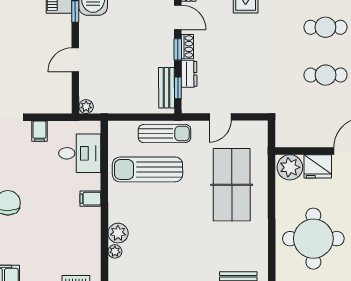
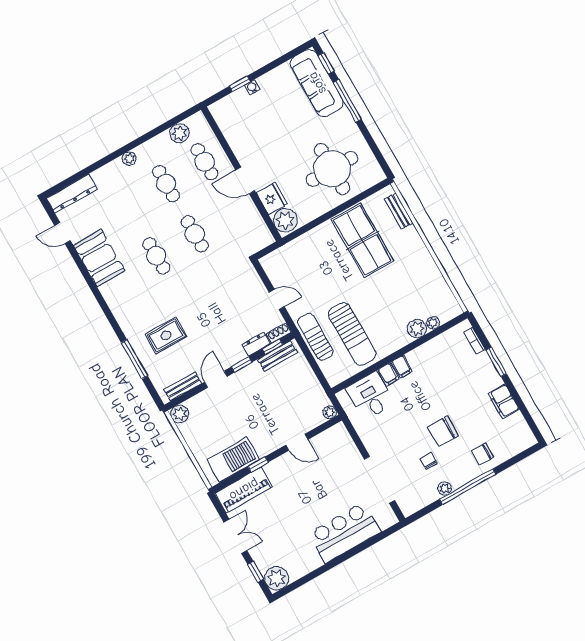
shoe rack: (187, 47) -> (279, 333), moved
filing cabinet: (39, 131) -> (388, 374), moved, turned 90
table tennis table: (232, 185) -> (362, 240), moved, turned 90

